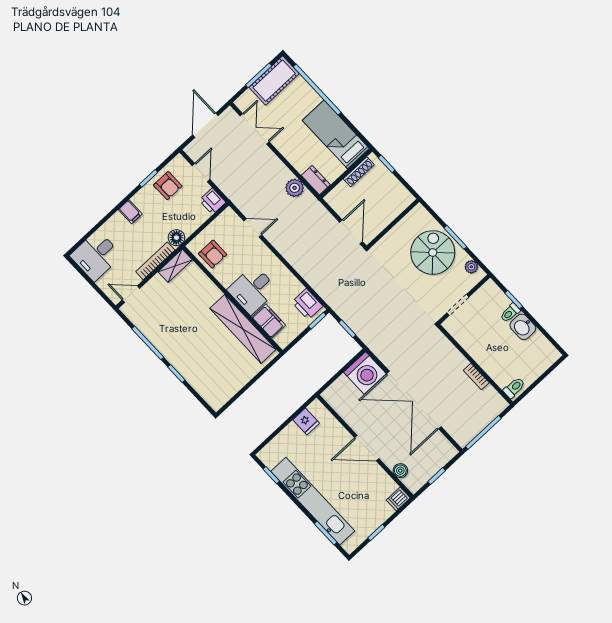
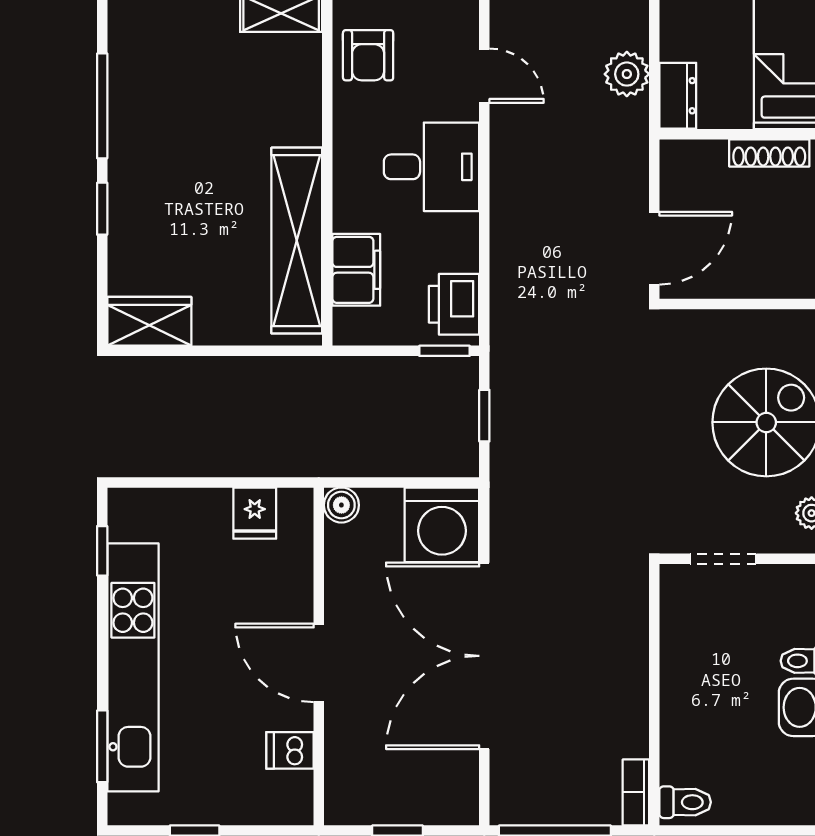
desk: (253, 290) -> (432, 167), moved, turned 180
bookcase: (476, 376) -> (636, 792), moved
wardrobe: (222, 394) -> (149, 321), added
boiler: (400, 471) -> (341, 505), moved
dishwasher: (398, 499) -> (290, 750), moved

